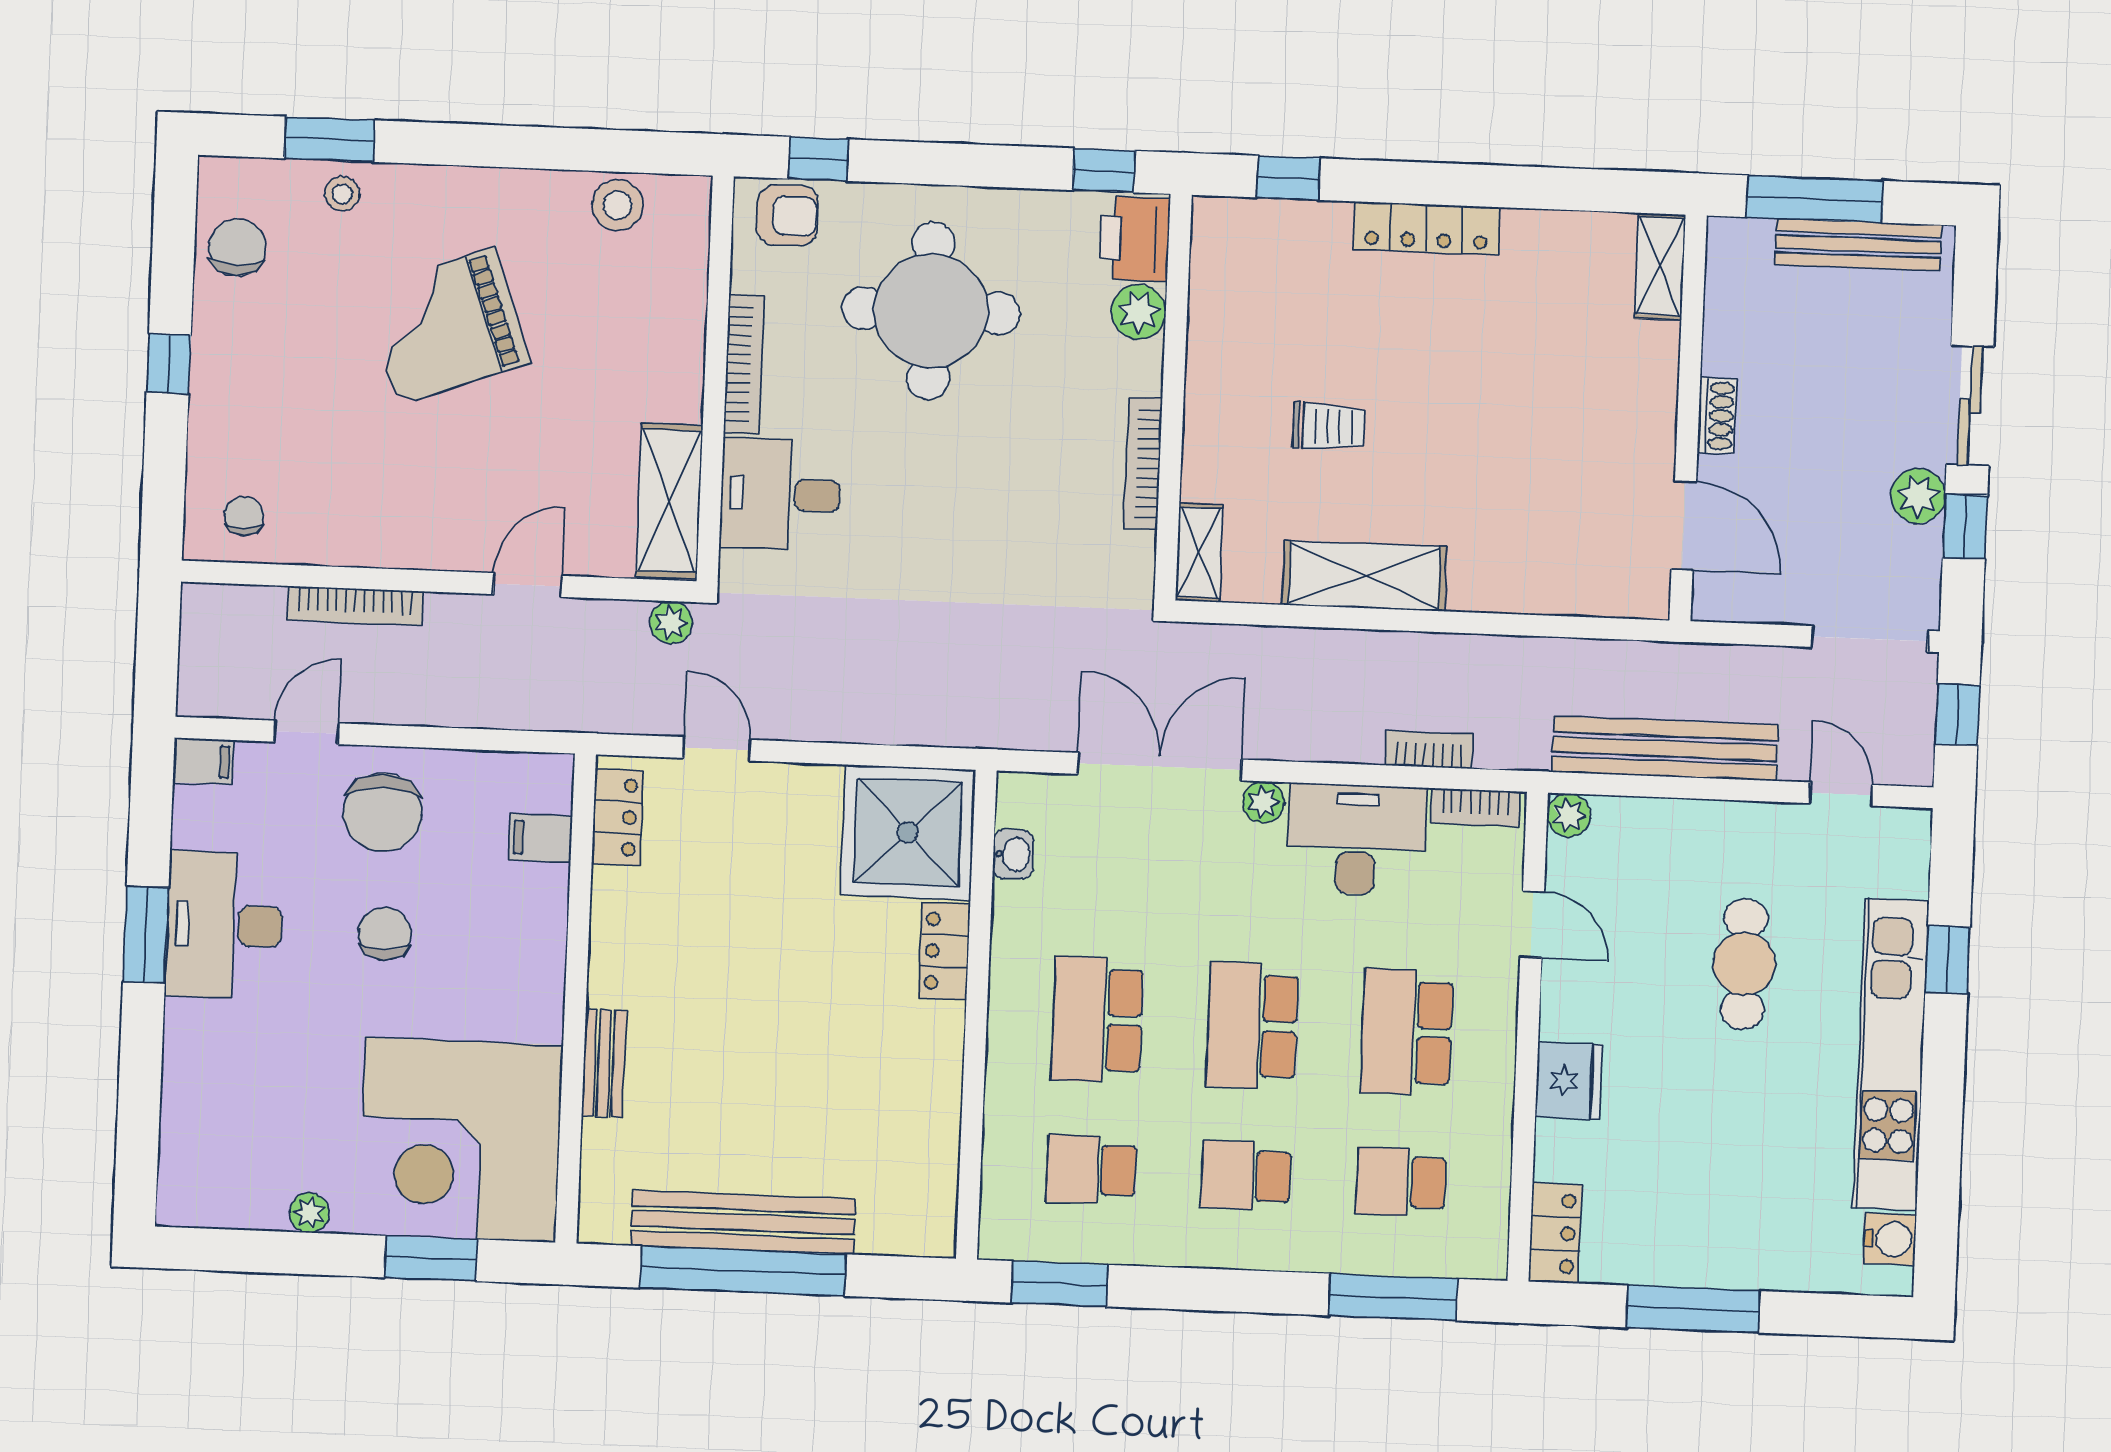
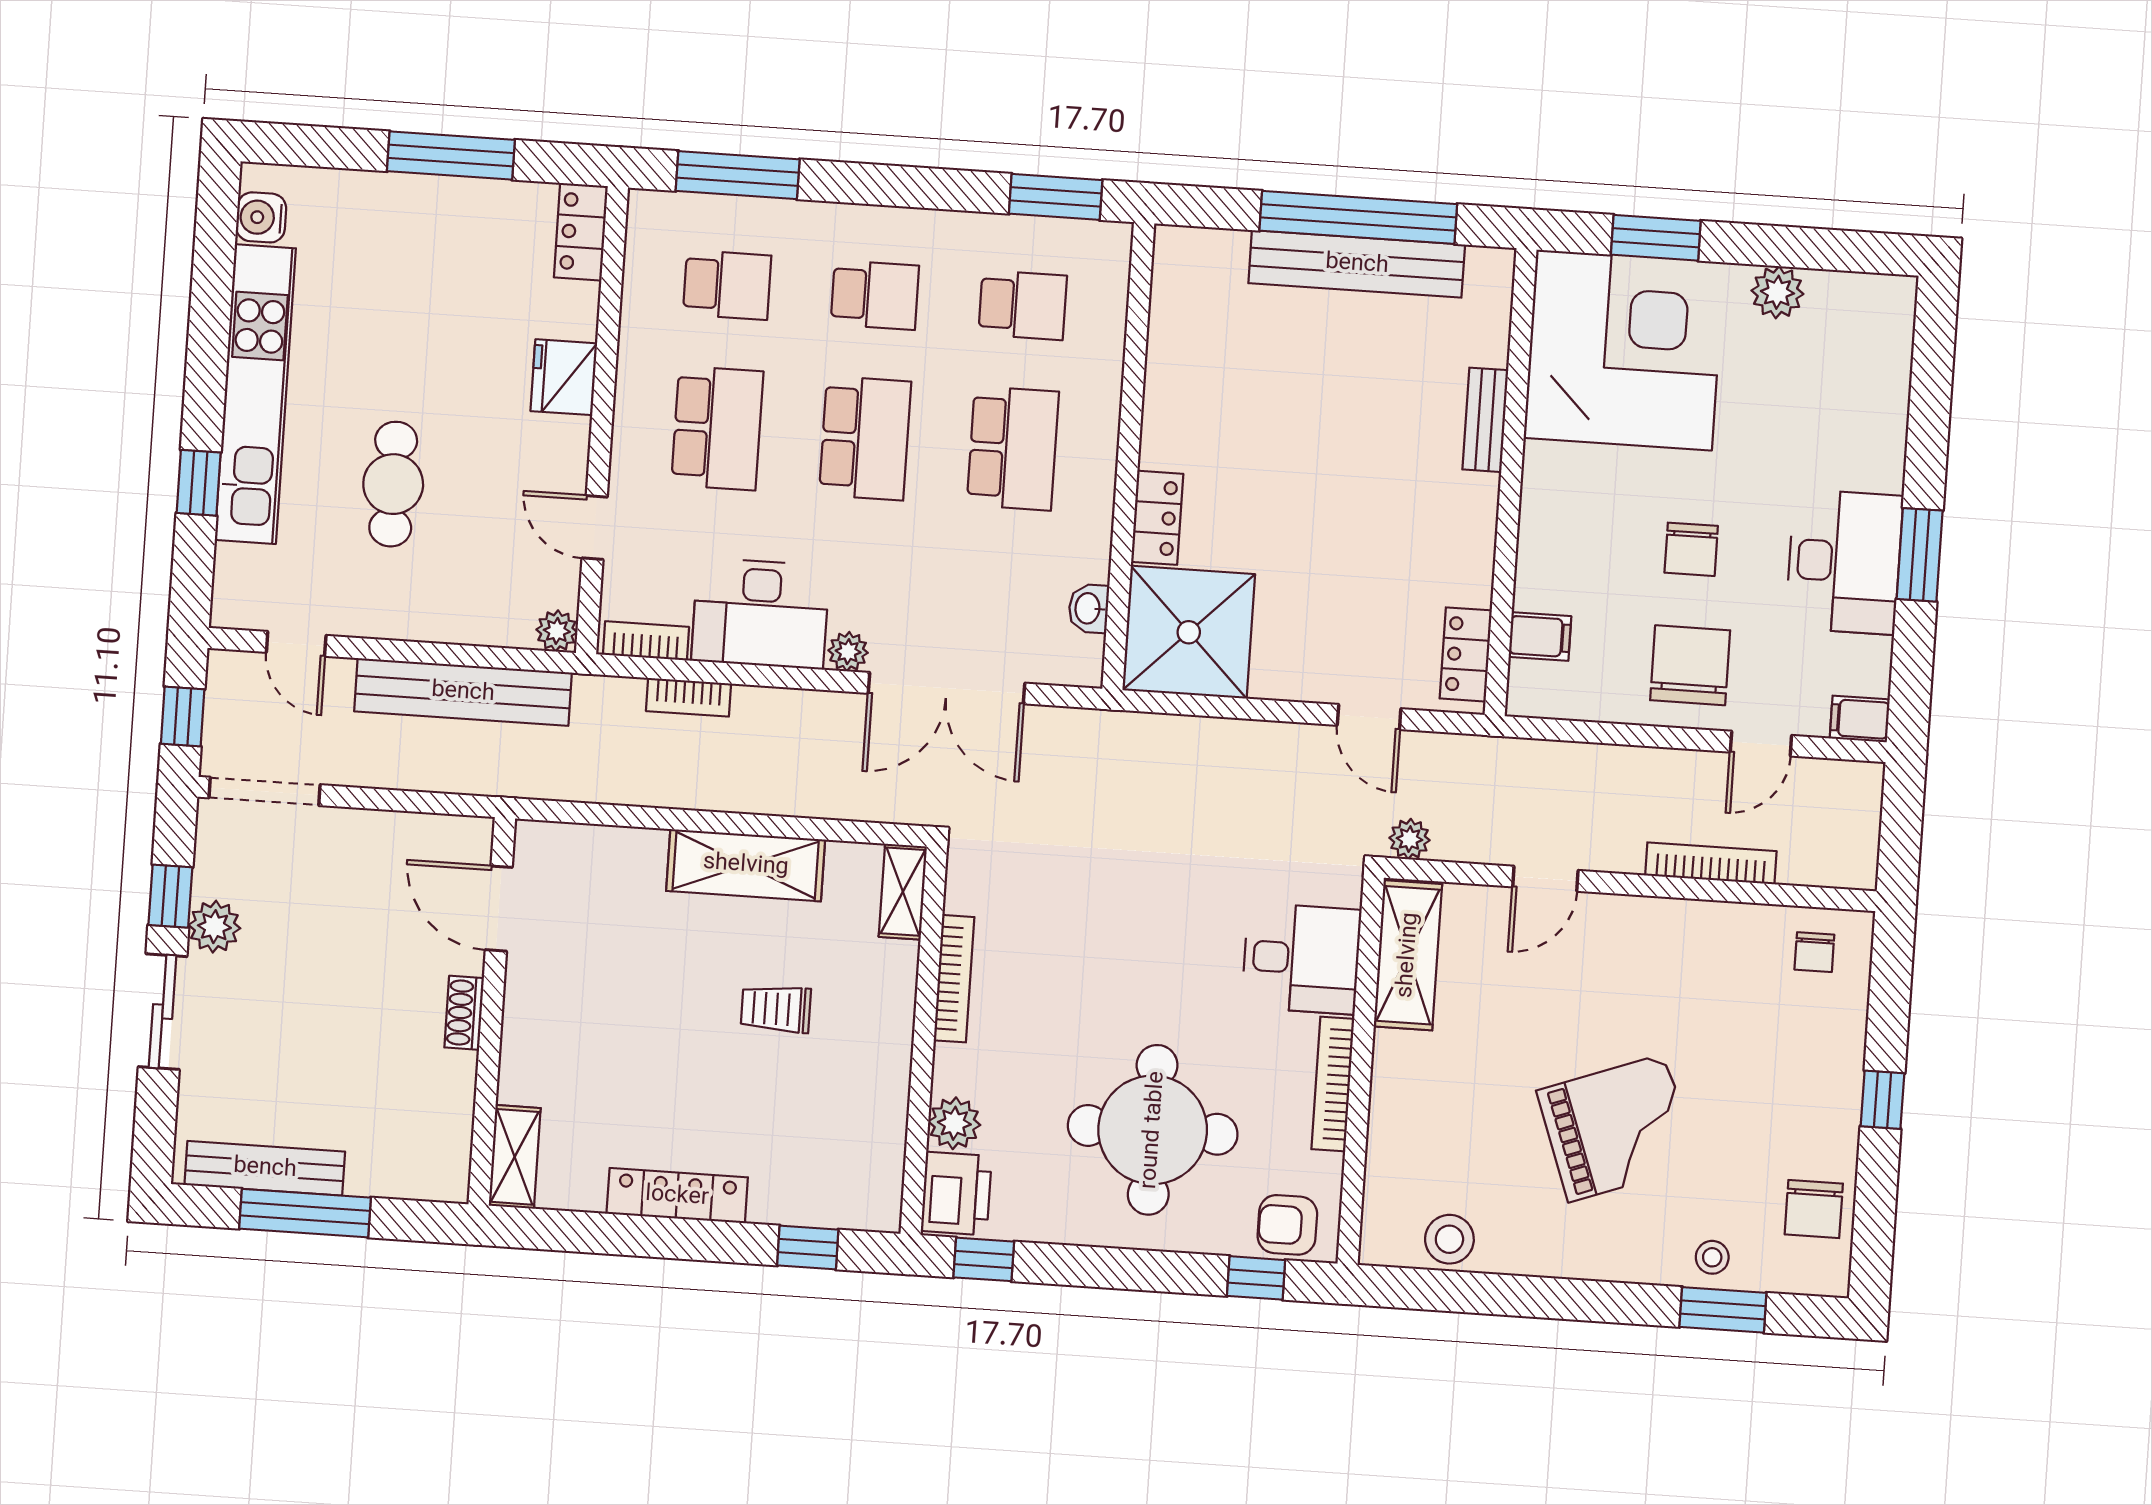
shelving: (1660, 266) -> (515, 1157), moved
shoe rack: (1717, 416) -> (464, 1013), moved
wall: (1688, 418) -> (492, 1011), moved
door: (1684, 526) -> (499, 909), moved
plant: (309, 1213) -> (1777, 292), width x1.38, depth x1.38

